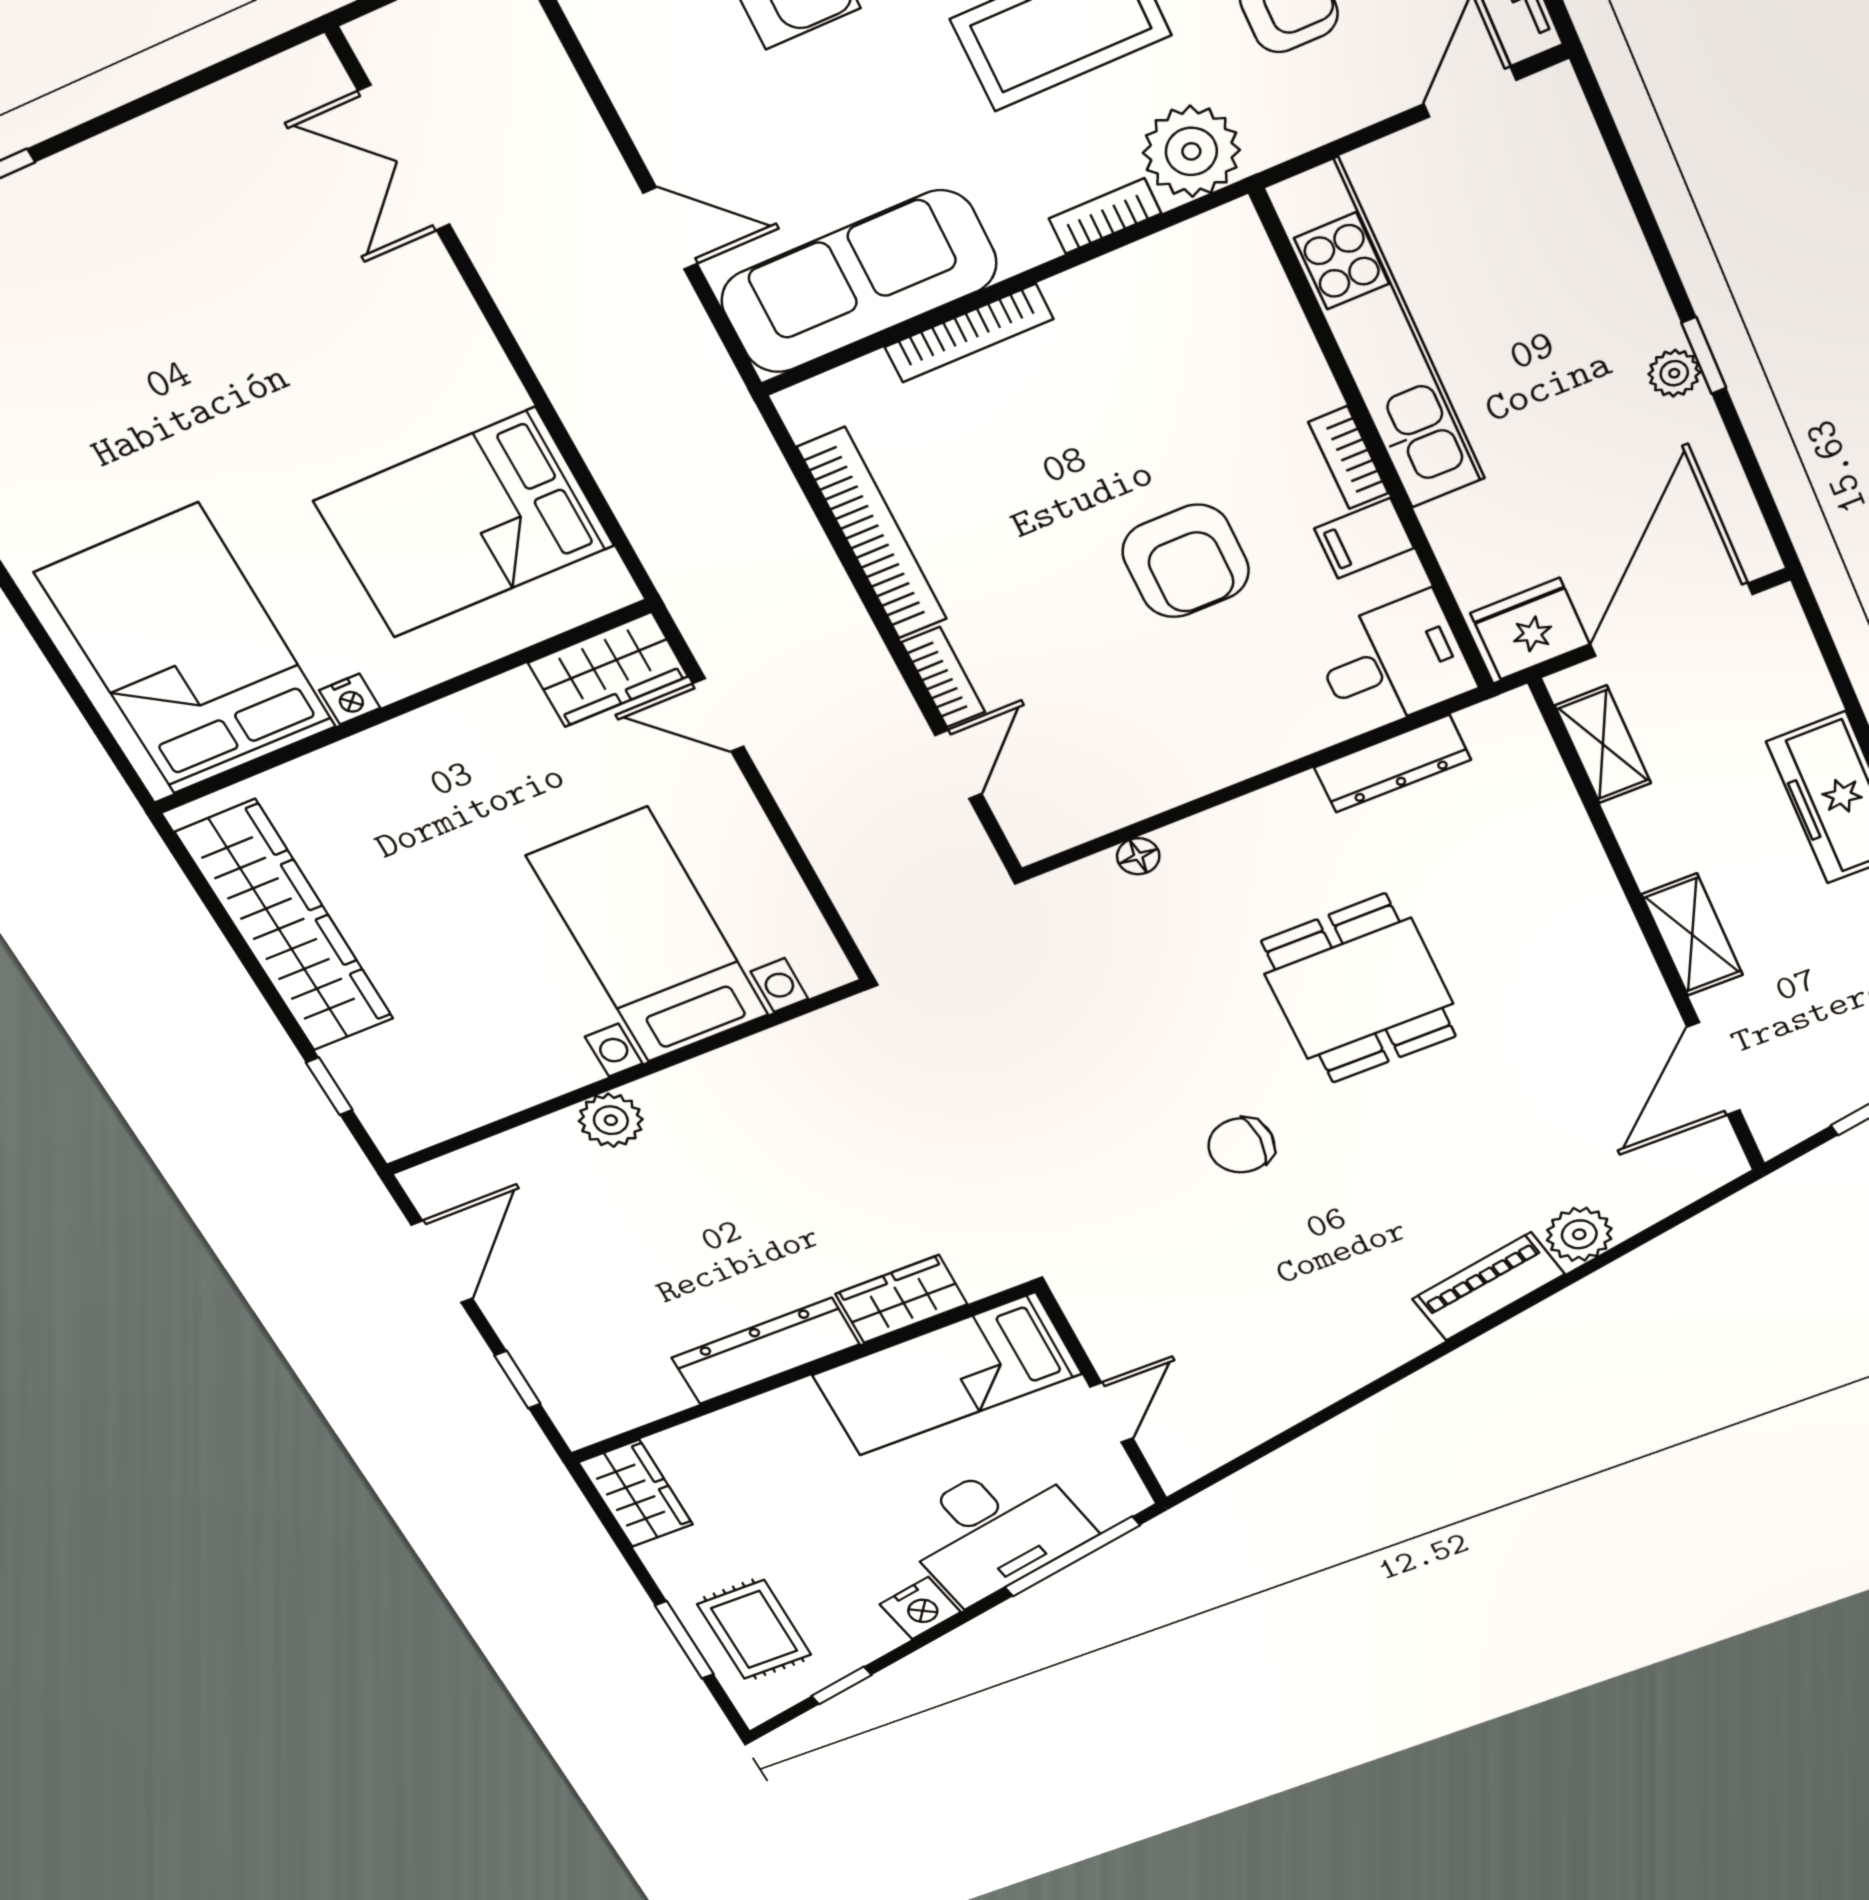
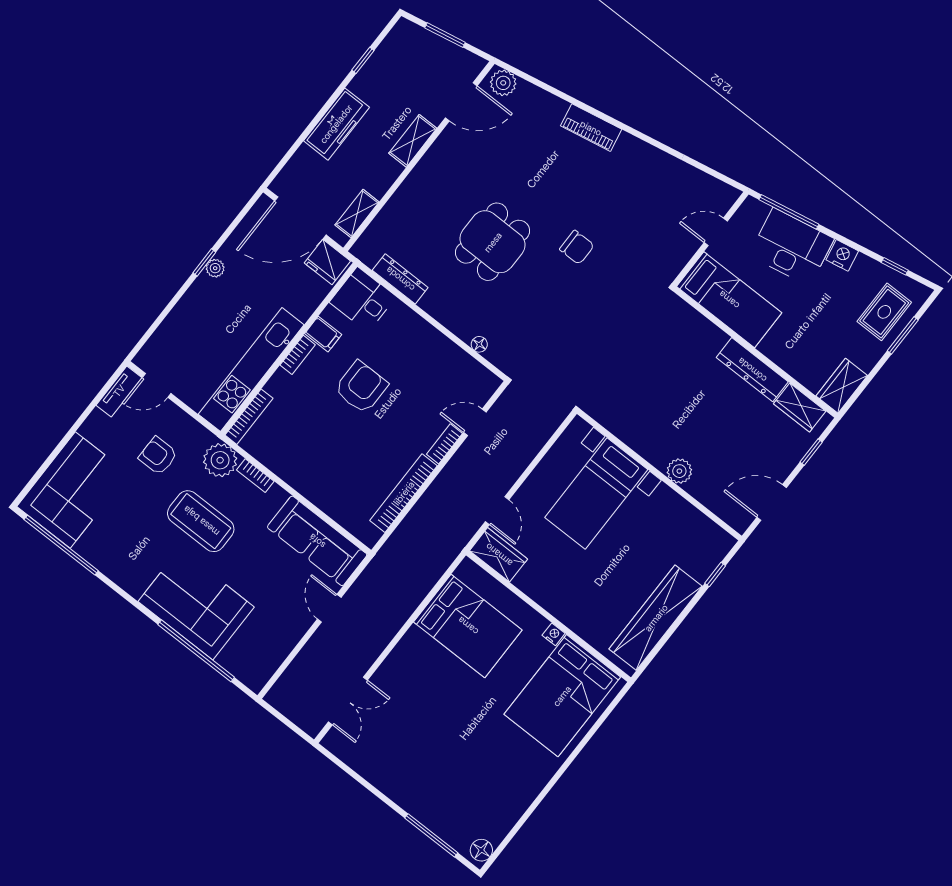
bookcase: (969, 333) -> (249, 417), moved, turned 90
plant: (1579, 1234) -> (503, 83), moved
wardrobe: (901, 1299) -> (800, 407), moved

